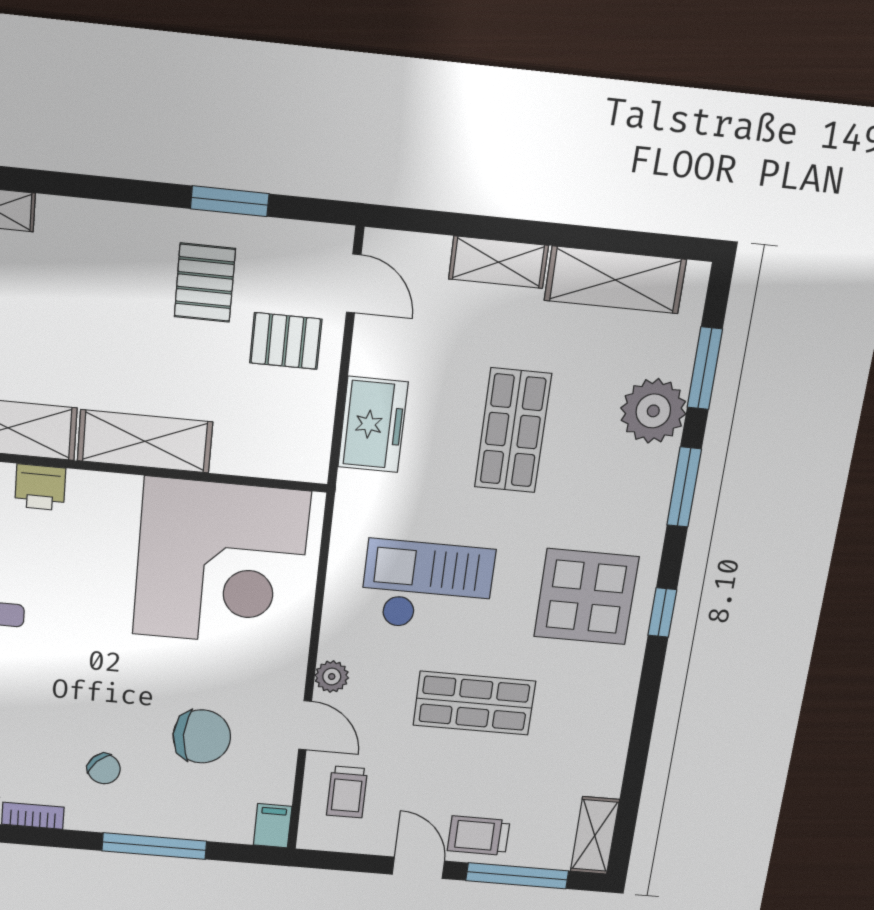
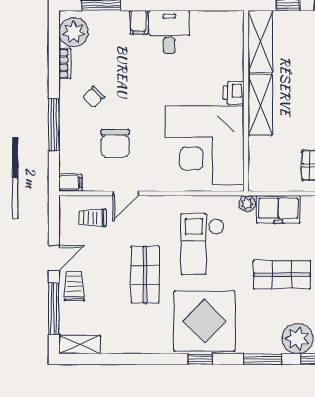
printer: (40, 487) -> (234, 93), moved
checkout: (427, 586) -> (202, 244), turned 180
display table: (586, 597) -> (205, 321), width x1.36, depth x1.36
plant: (332, 677) -> (247, 204), moved

